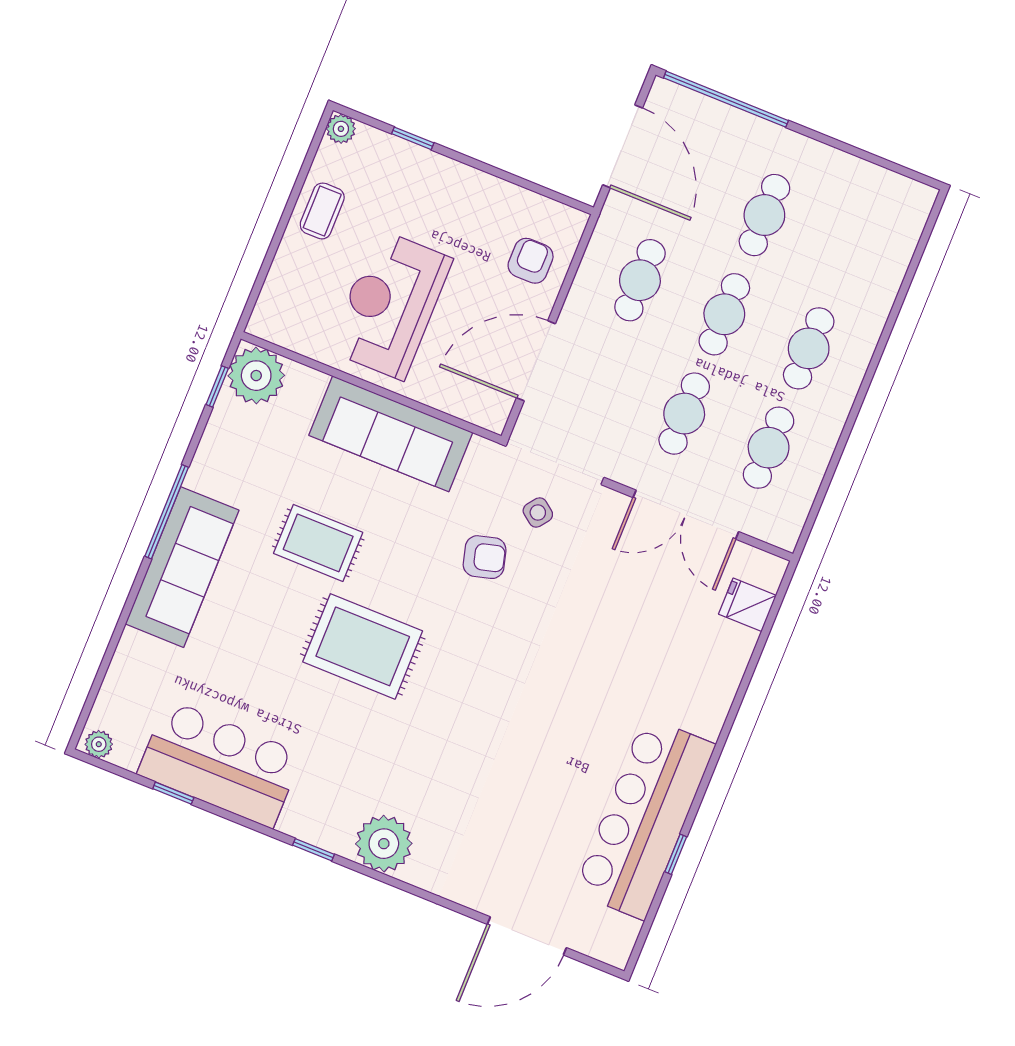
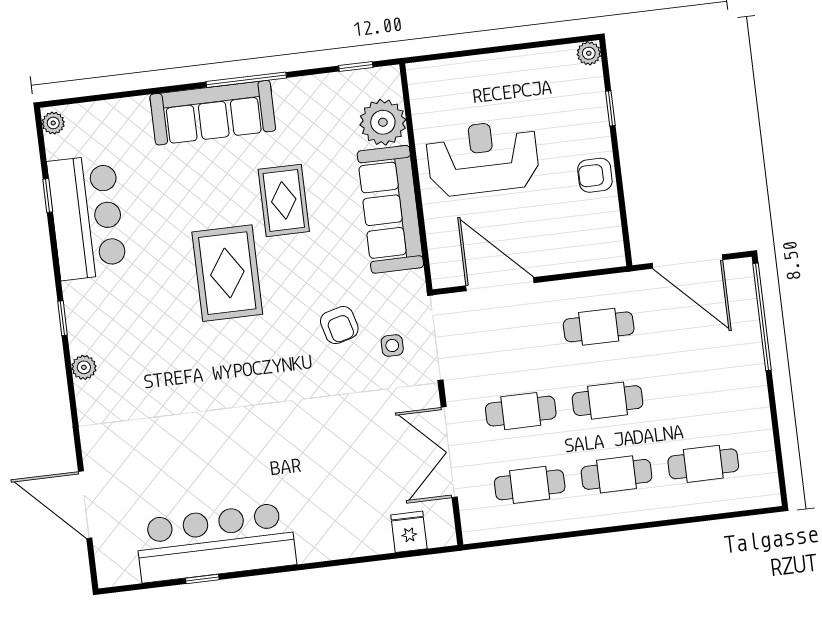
door: (623, 146) -> (687, 262), hinge flipped
coffee table: (322, 211) -> (523, 72), removed
cafe table: (764, 215) -> (703, 464), moved
armchair: (531, 261) -> (595, 175), moved, turned 180
plant: (256, 376) -> (383, 122), moved
side table: (538, 512) -> (392, 345), turned -37
plant: (384, 844) -> (84, 367), width x0.53, depth x0.53

